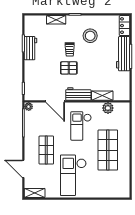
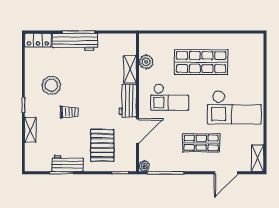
pallet: (69, 68) -> (102, 145), moved, width x1.50, depth x1.42

